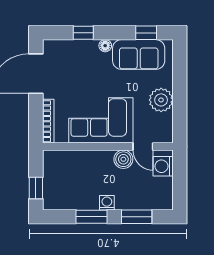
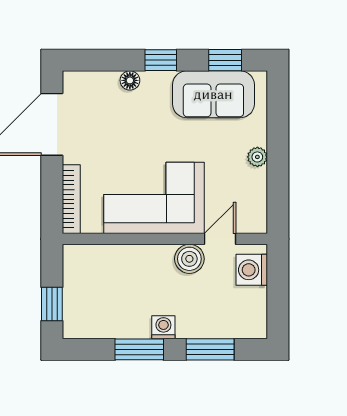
window: (83, 33) -> (161, 60), moved
floor lamp: (105, 46) -> (130, 80), moved
plant: (161, 100) -> (257, 157), width x0.53, depth x0.53
door: (143, 147) -> (220, 239), swing flipped

